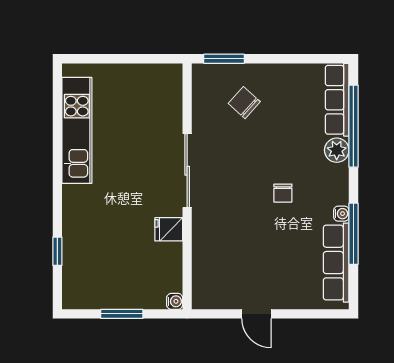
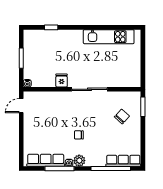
plant: (337, 150) -> (79, 161), moved
door: (256, 314) -> (21, 106), moved

